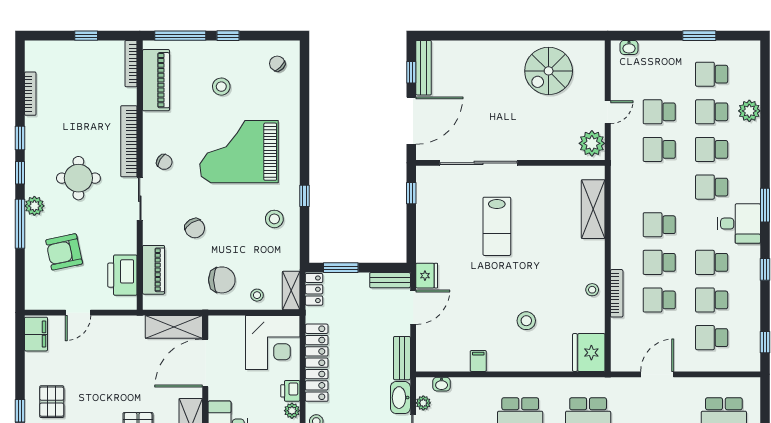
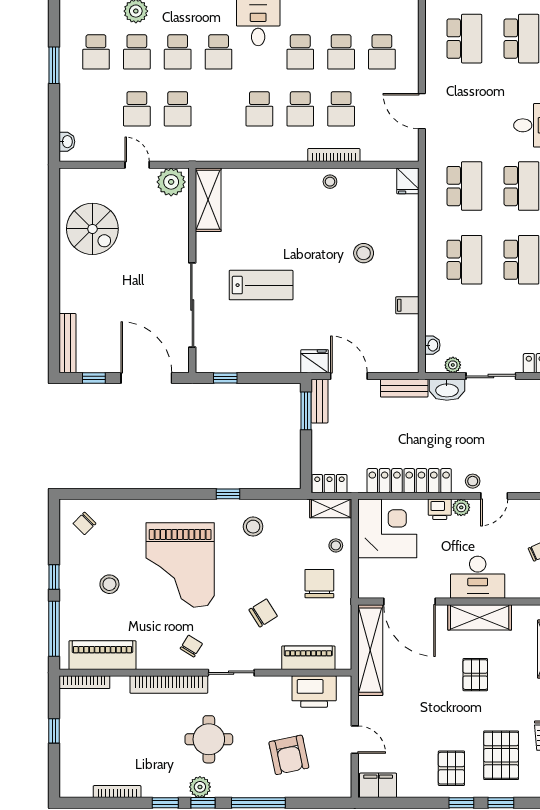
bench: (424, 68) -> (67, 343), moved, turned 90
plant: (34, 206) -> (200, 787), moved
shelving: (593, 209) -> (208, 200), moved, turned 90
window: (341, 268) -> (306, 411), moved
shelving: (174, 327) -> (370, 650), width x1.47
fridge: (589, 353) -> (408, 181), width x0.53, depth x0.75
pallet: (52, 402) -> (451, 768), turned 90

